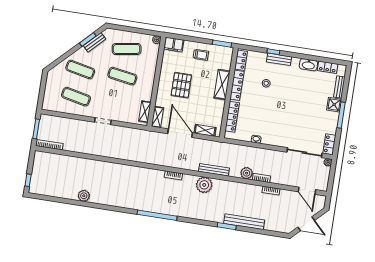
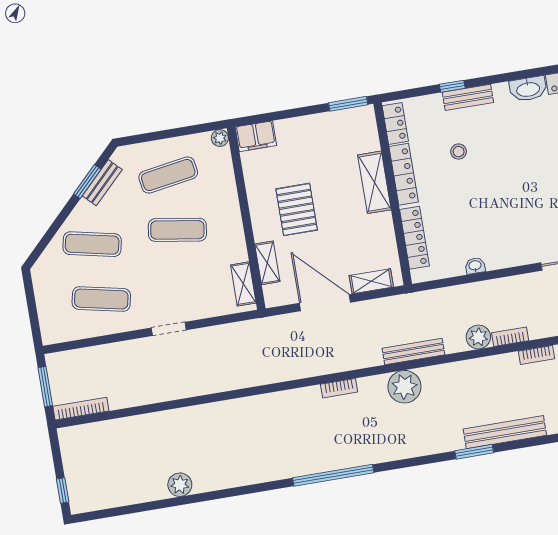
trolley: (201, 55) -> (315, 139), removed
shelving: (158, 117) -> (267, 263), moved

